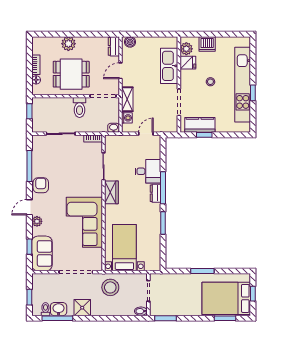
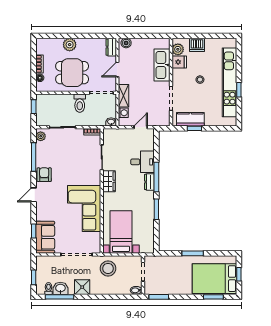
plant: (37, 221) -> (41, 136), moved

